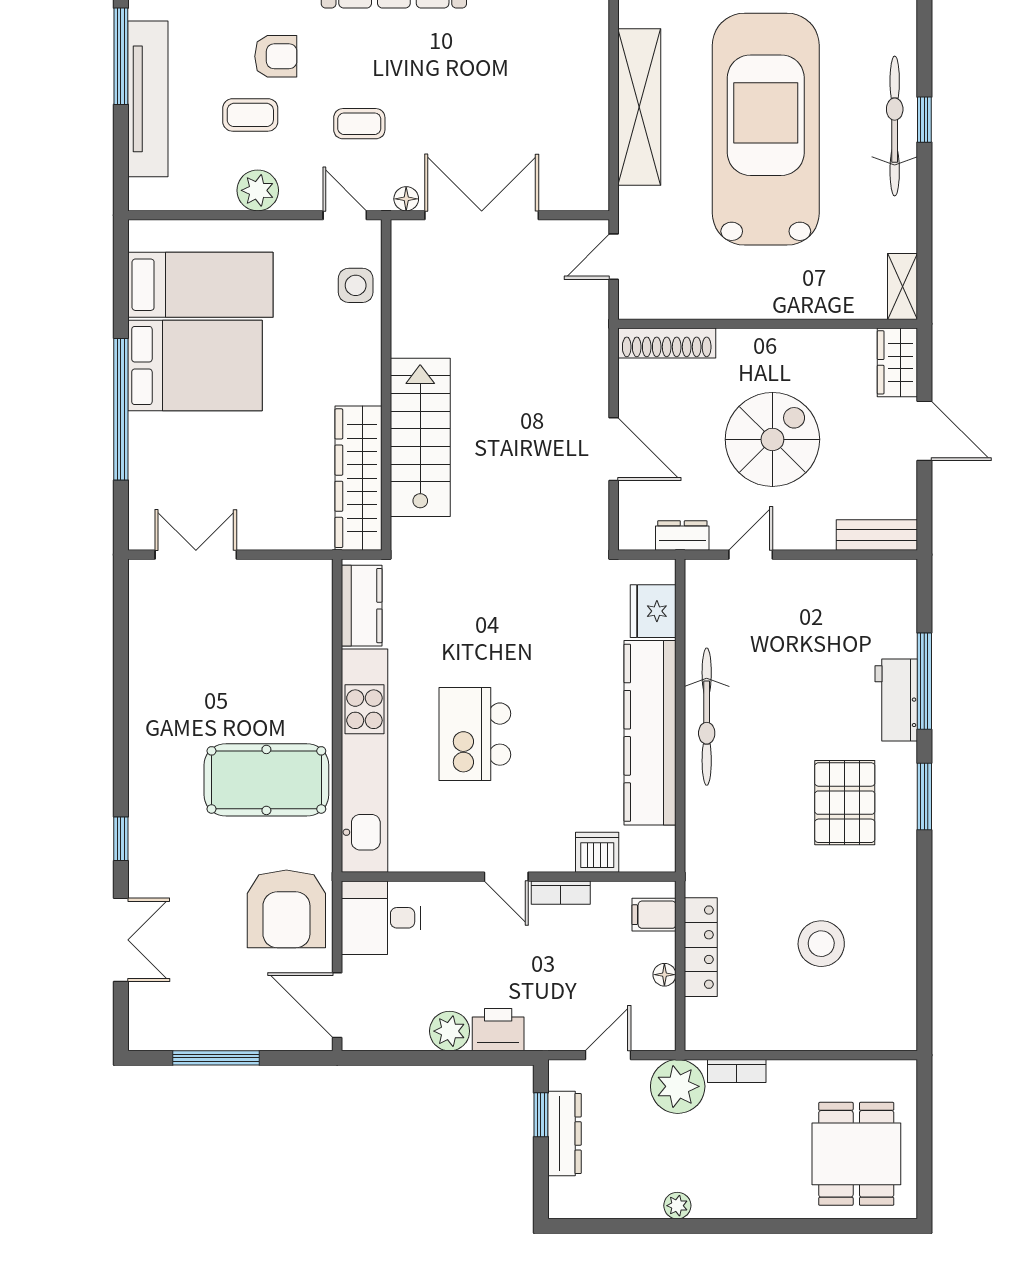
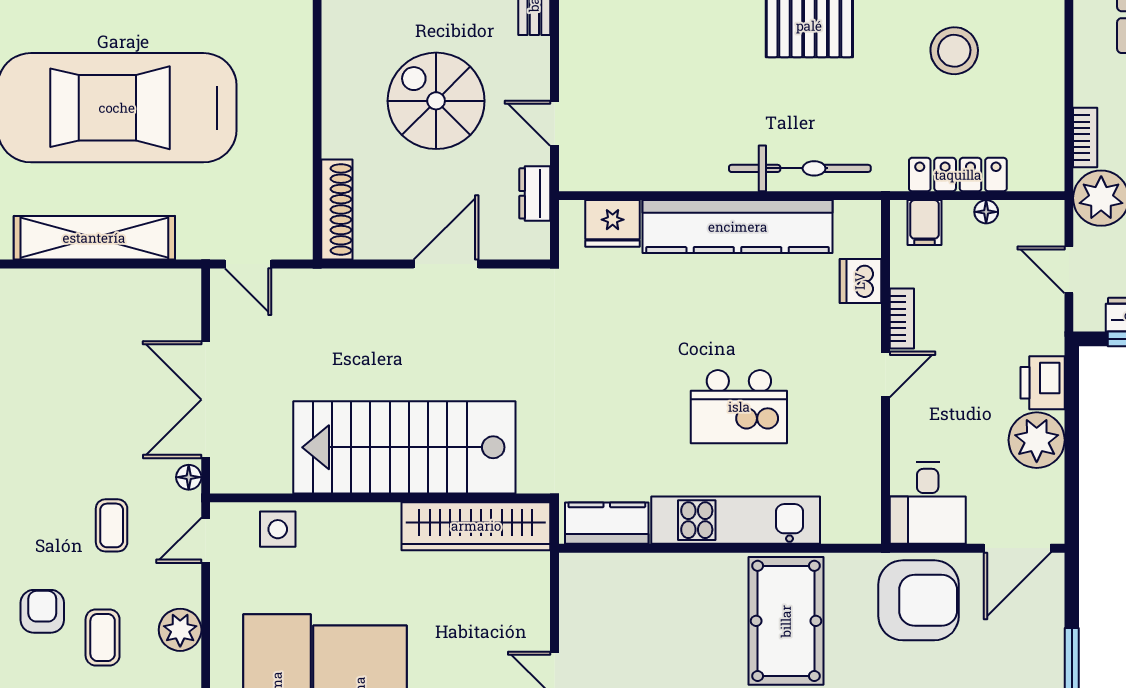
stairs: (420, 437) -> (404, 447), width x1.36, depth x1.51
bicycle: (707, 717) -> (800, 168), moved
kitchen unit: (364, 761) -> (736, 520), width x0.73
plant: (450, 1031) -> (1037, 440), width x1.36, depth x1.36

